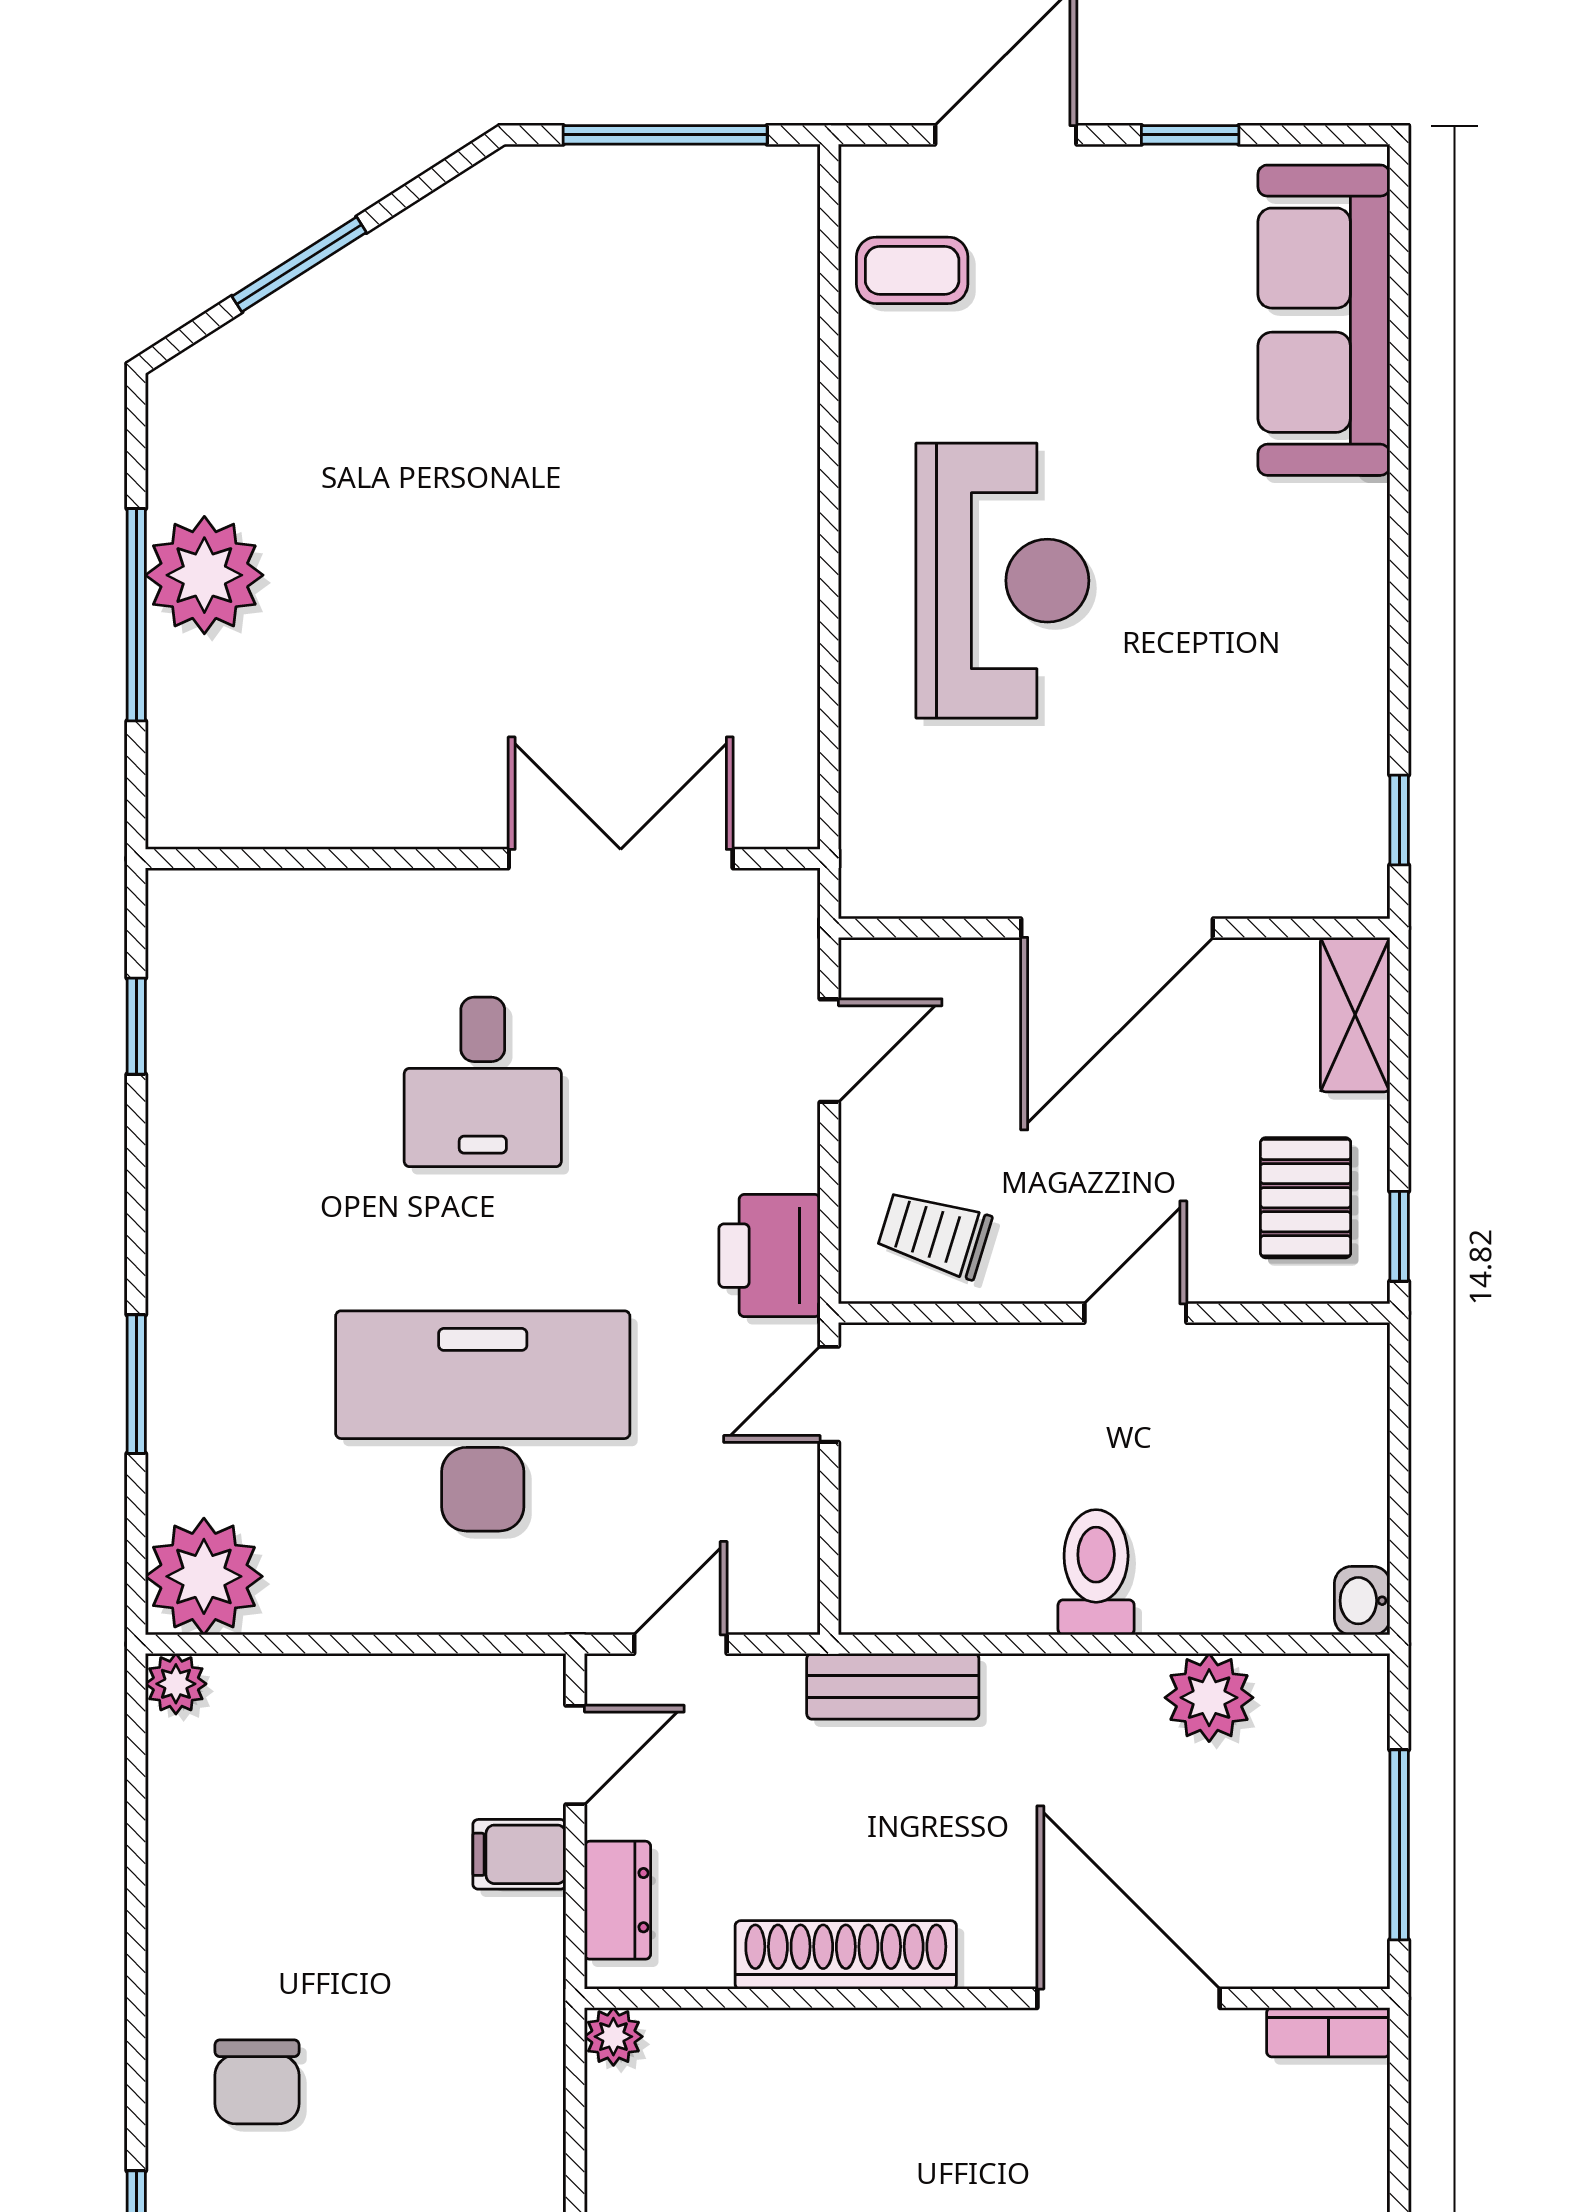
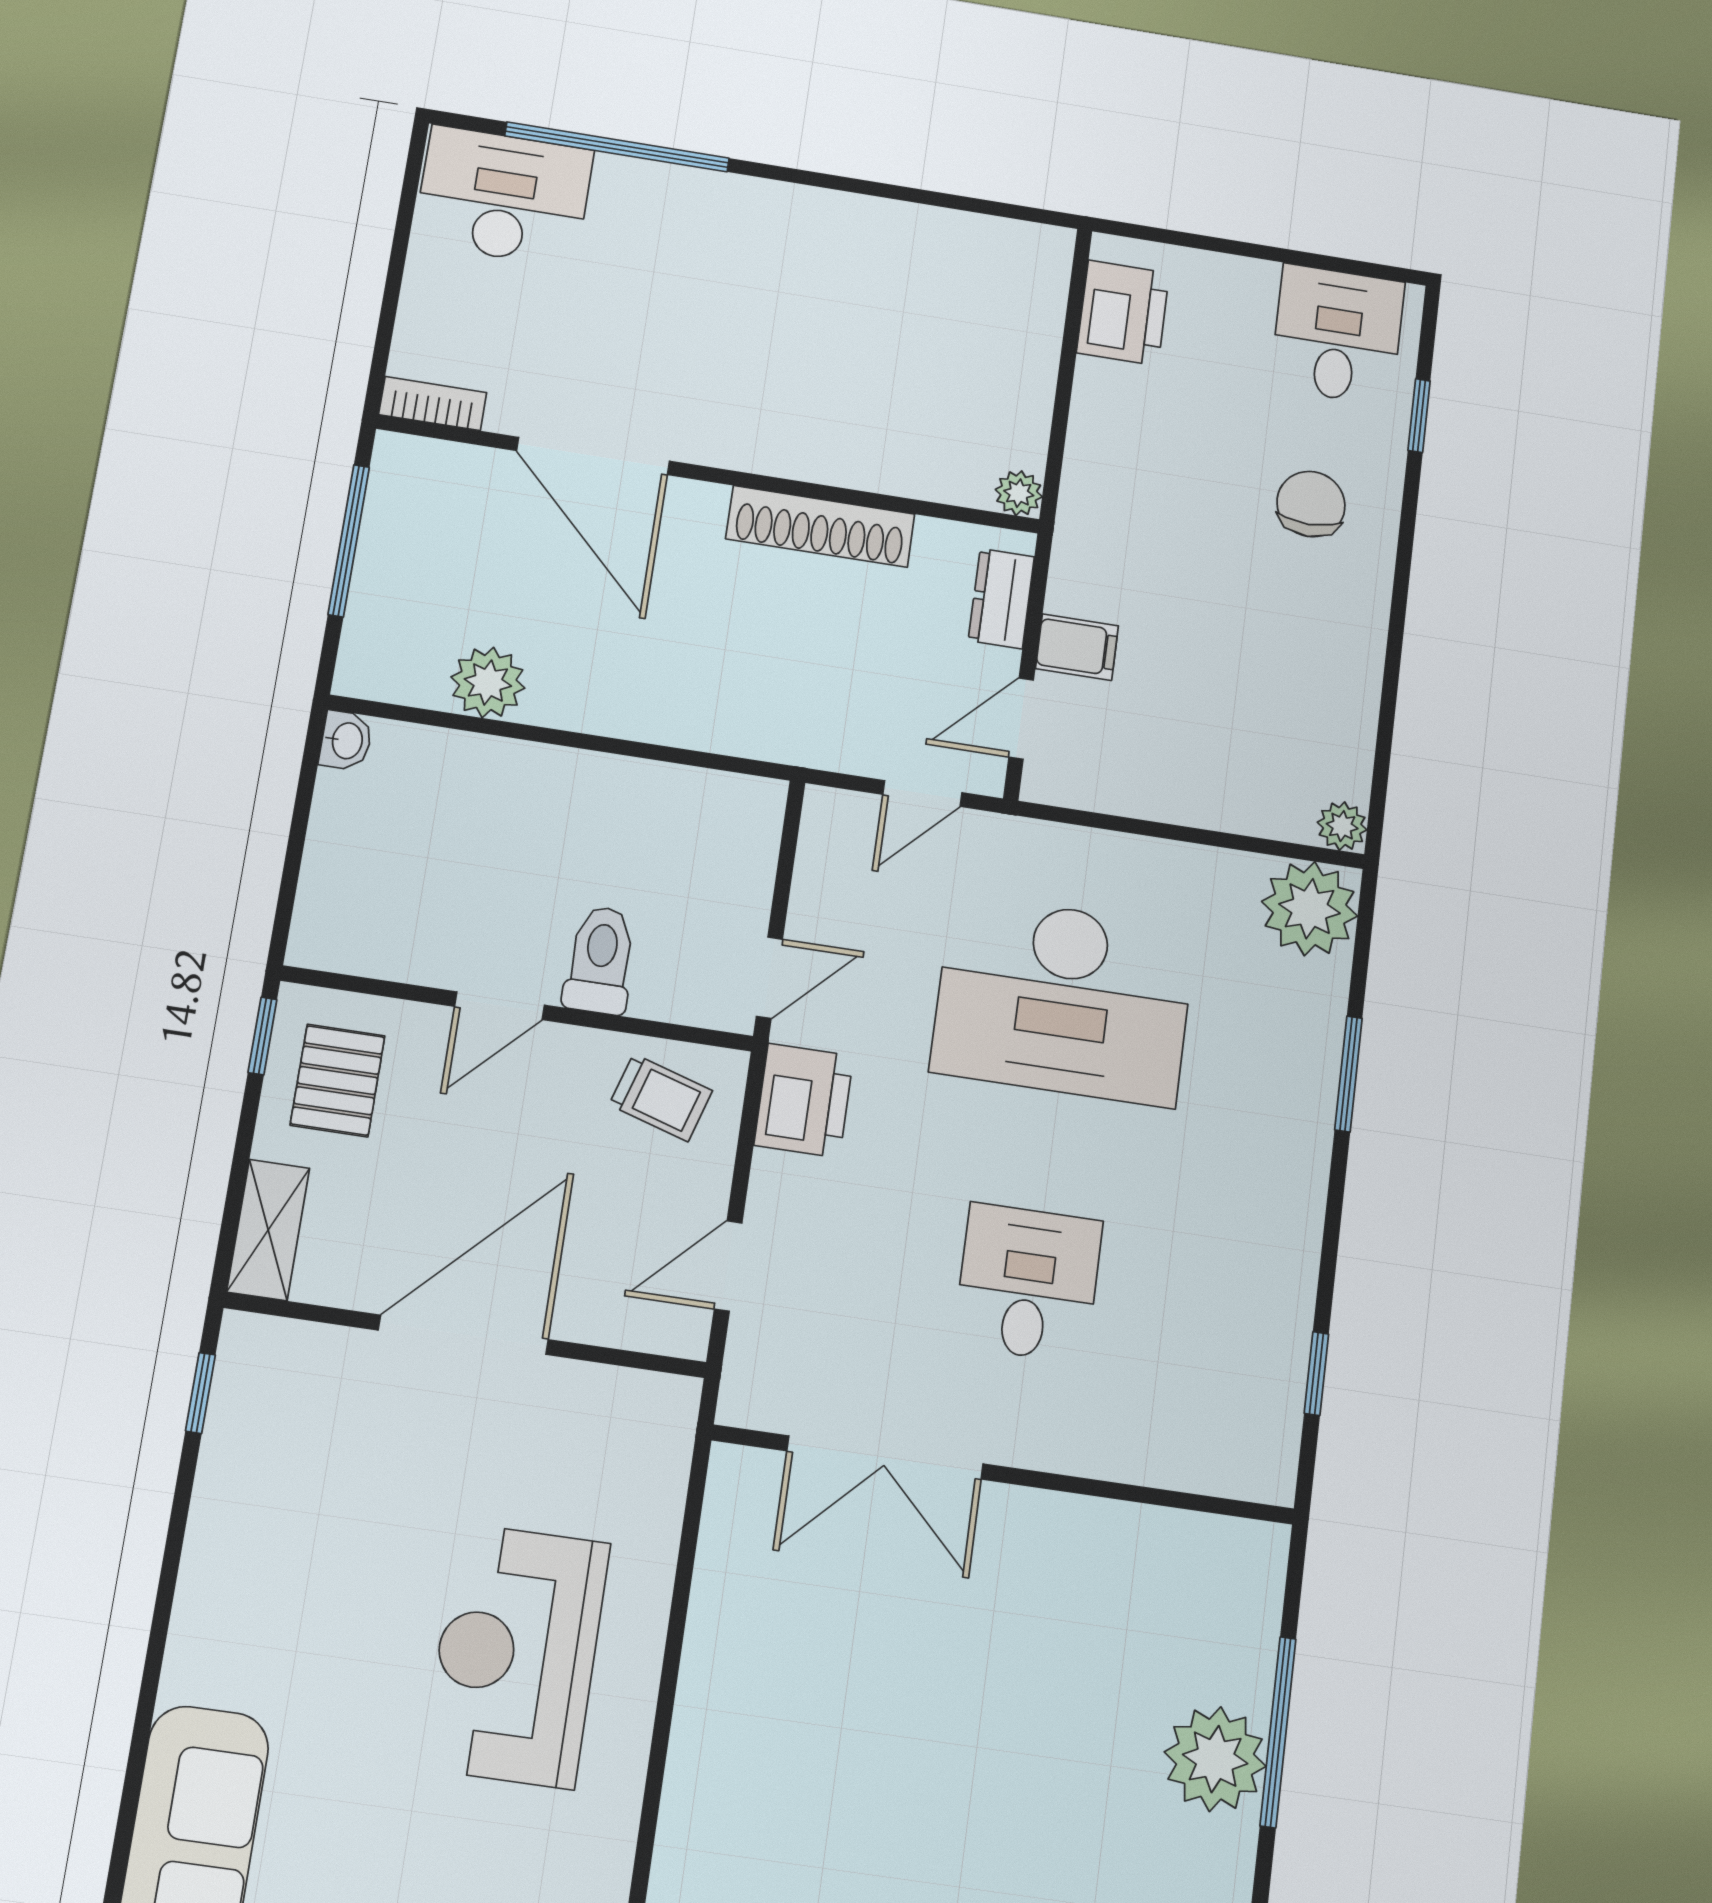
toilet: (1096, 1572) -> (600, 960), moved, turned 180
bench: (893, 1686) -> (751, 733), removed

